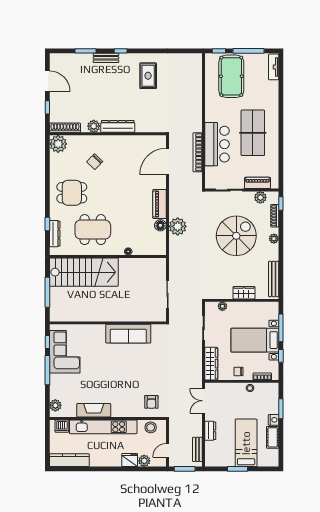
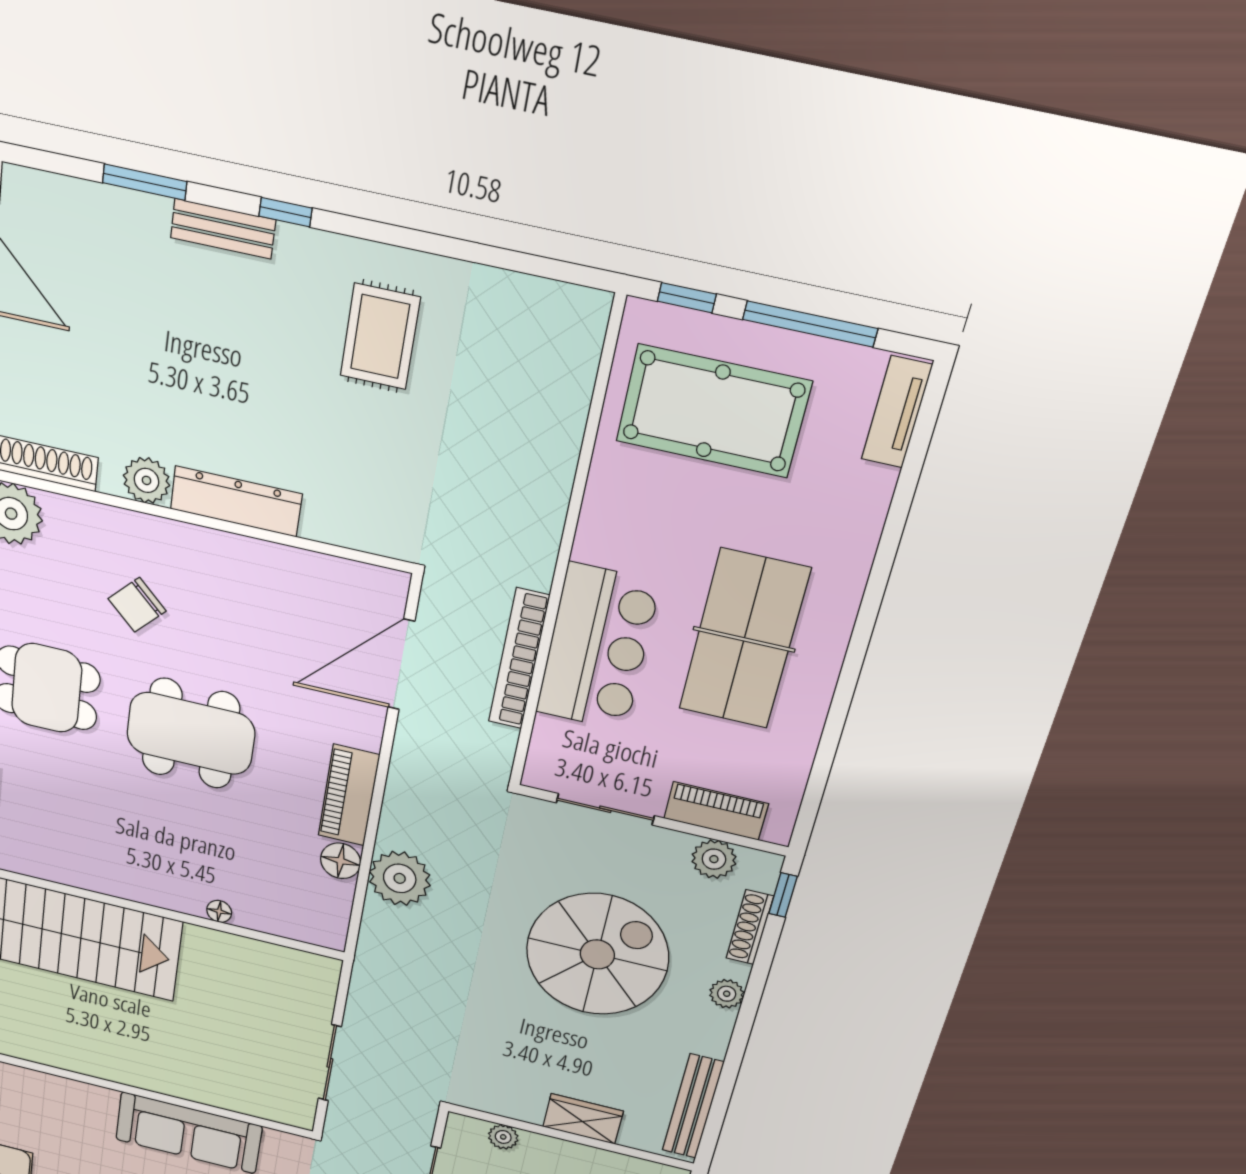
pool table: (231, 76) -> (713, 411), turned 90
dining table: (93, 230) -> (191, 733), moved

